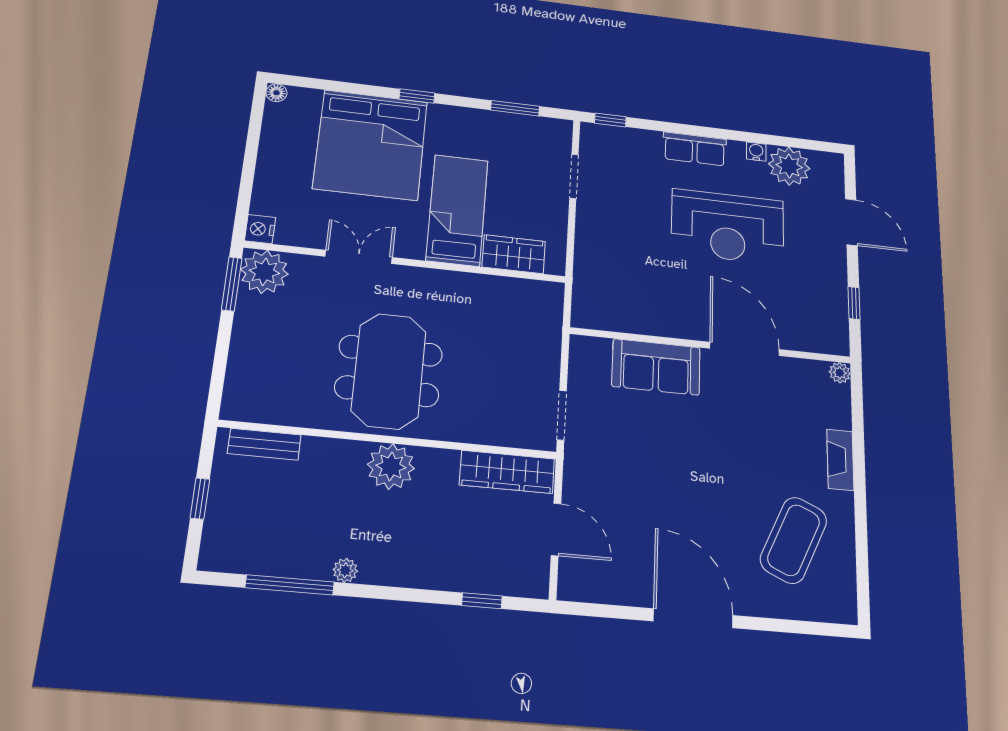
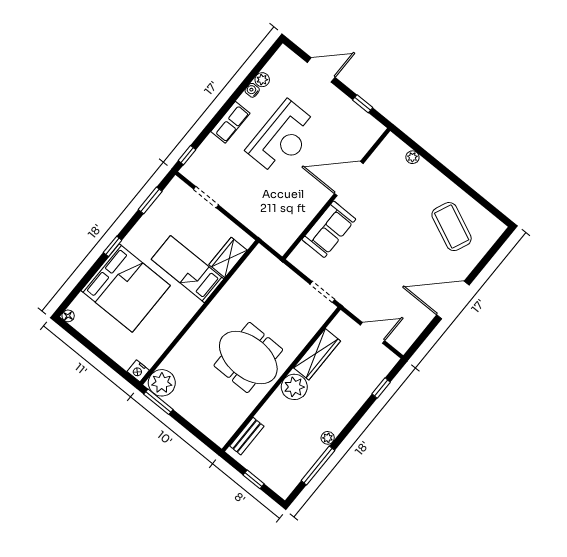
plant: (789, 166) -> (262, 80), width x0.53, depth x0.53
double door: (359, 257) -> (182, 333), removed
plant: (840, 373) -> (412, 157), moved
fireplace: (840, 460) -> (431, 174), removed
wardrobe: (507, 472) -> (317, 354), moved

